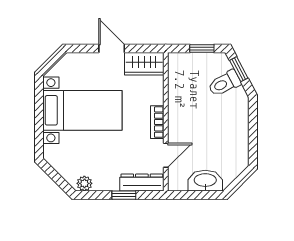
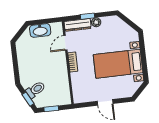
wardrobe: (144, 64) -> (85, 96), removed
plant: (84, 183) -> (96, 22), moved

